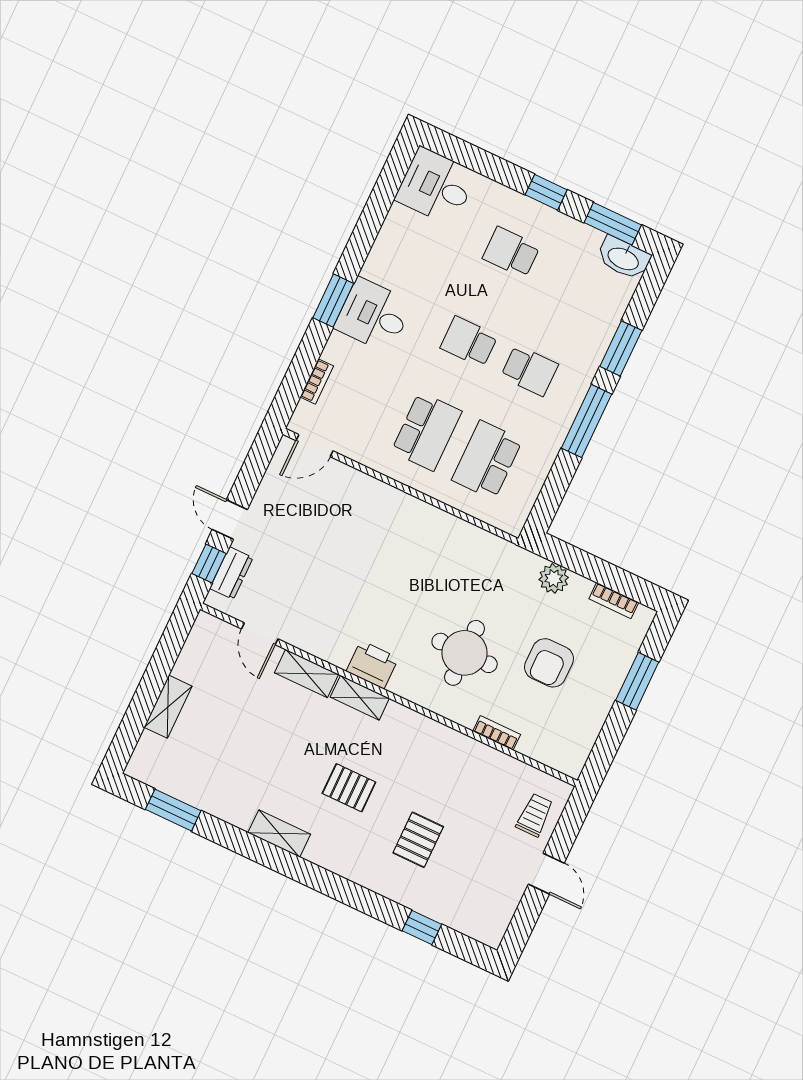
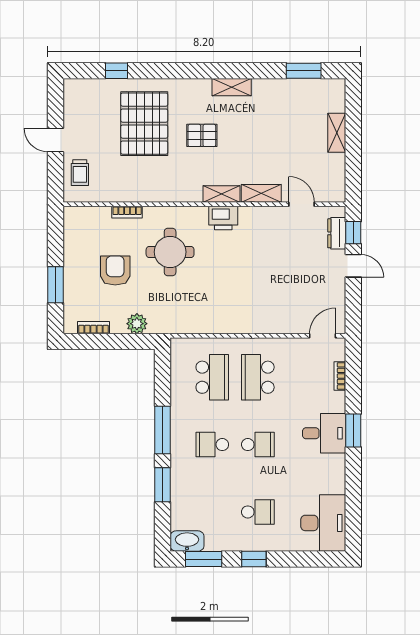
desk: (436, 186) -> (323, 523), width x1.37
pallet: (418, 840) -> (144, 124), width x2.05, depth x2.00

